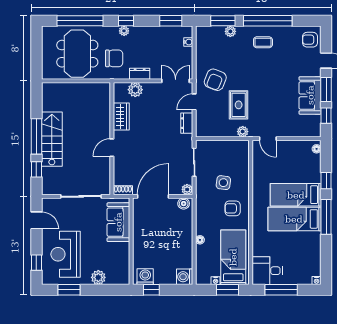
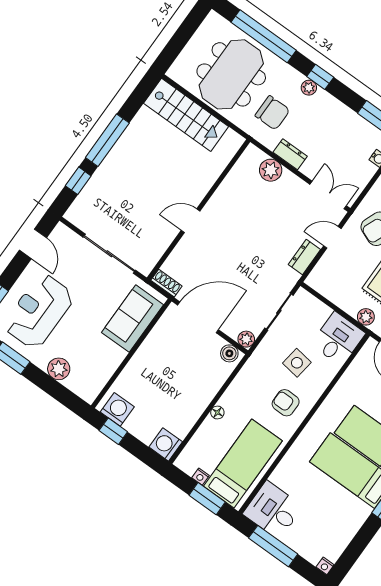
wardrobe: (121, 117) -> (230, 191), removed
stairs: (52, 139) -> (186, 115), moved, turned 90
desk: (236, 154) -> (338, 339), added

